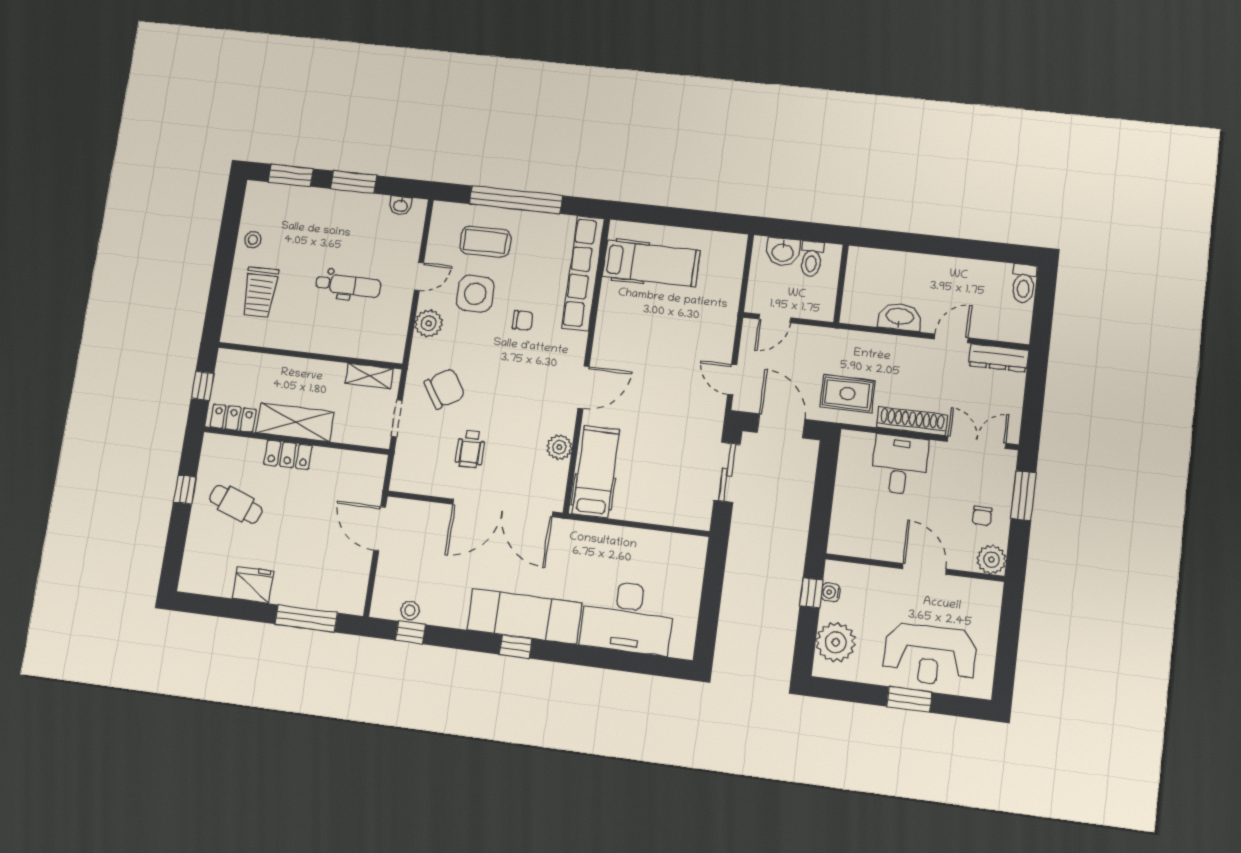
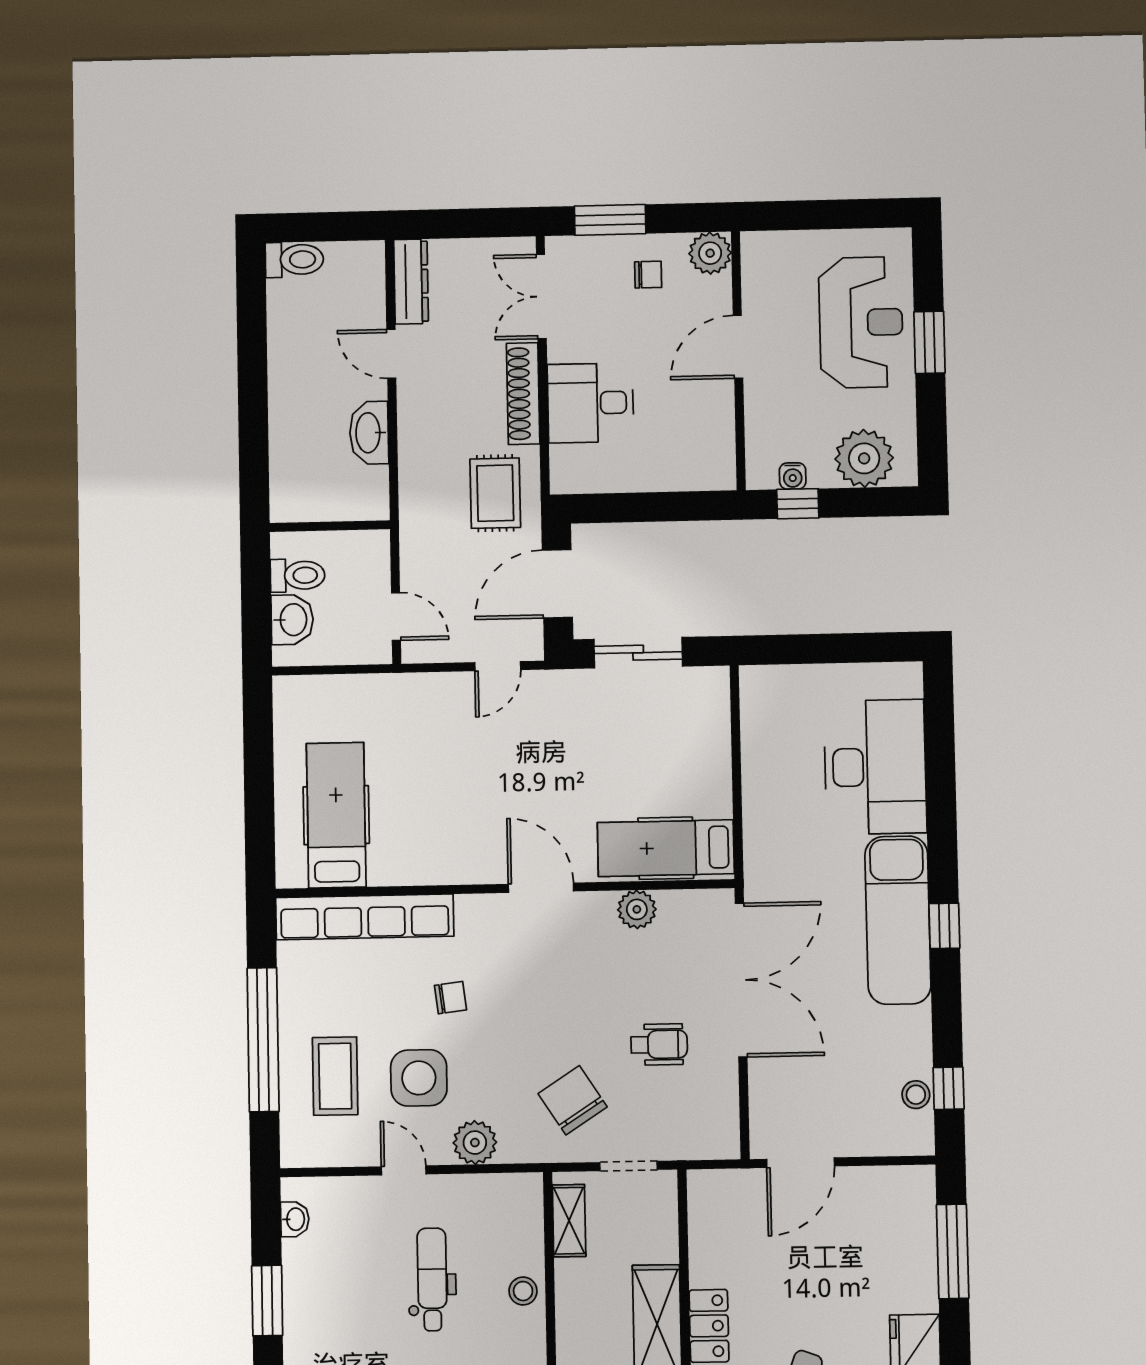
chair: (523, 320) -> (451, 998), turned 83
stool: (331, 341) -> (523, 1291), added

